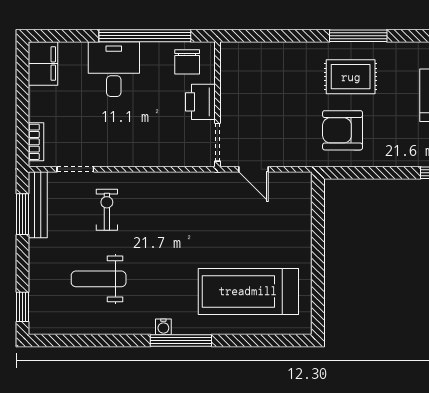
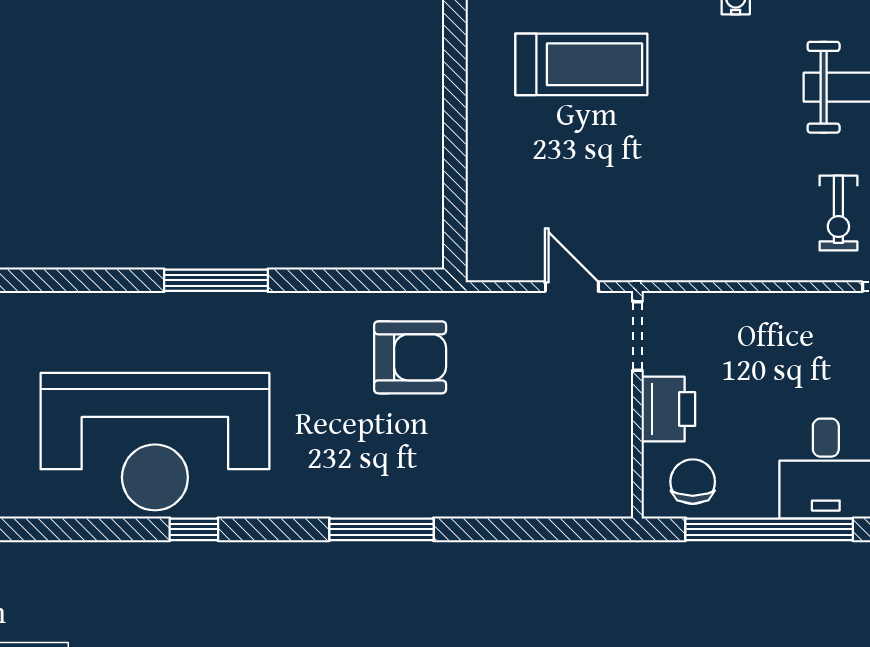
rug: (351, 77) -> (395, 455), removed
treadmill: (248, 291) -> (581, 64), width x0.73, depth x0.73

